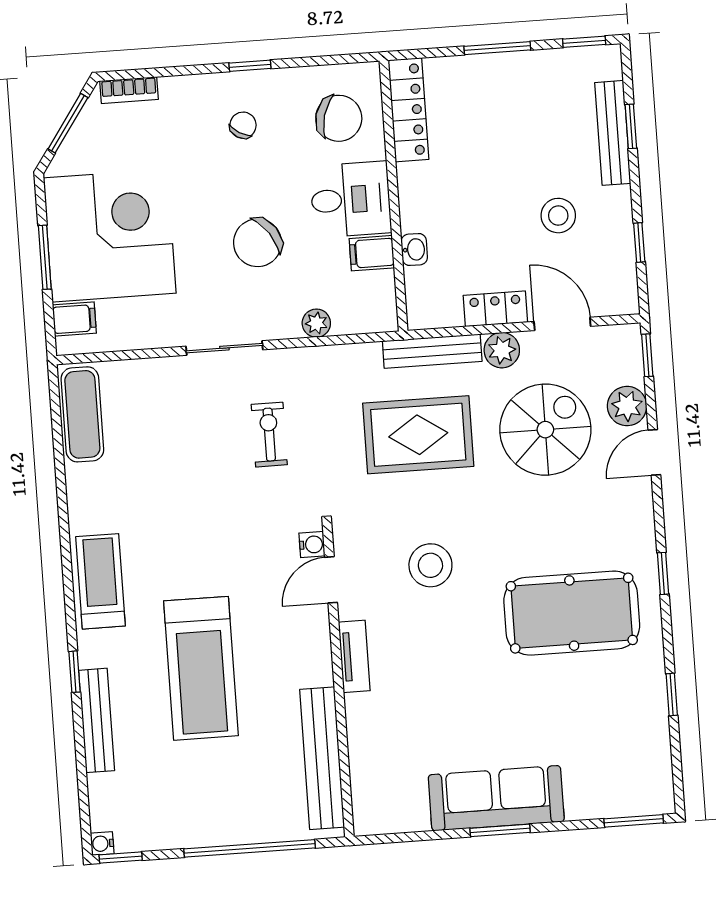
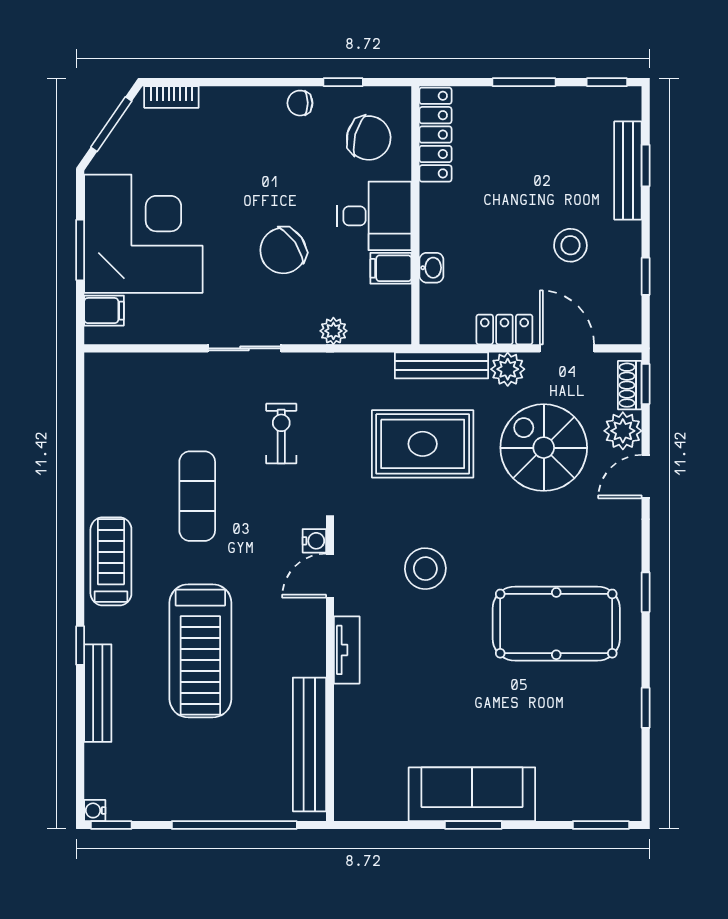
window: (250, 66) -> (343, 82), moved
chair: (243, 125) -> (300, 103), moved, turned -121
shoe rack: (631, 358) -> (630, 385), added
exercise mat: (82, 414) -> (197, 496), moved
spiral stairs: (545, 430) -> (544, 448), turned -90

